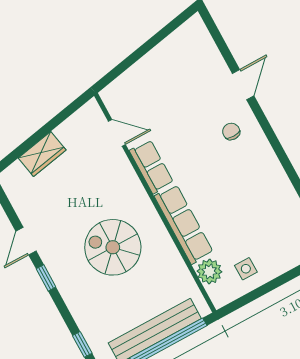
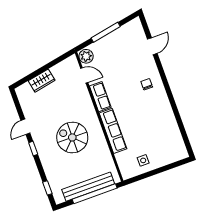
window: (143, 50) -> (106, 32), added
door: (243, 85) -> (152, 46), moved
plant: (209, 271) -> (86, 56), moved

